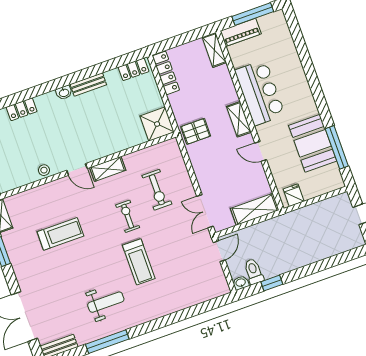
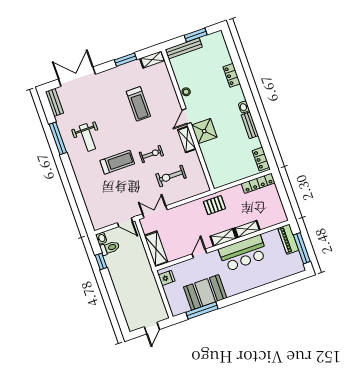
shelving: (214, 50) -> (247, 229), moved
shower: (157, 124) -> (204, 131), moved
pallet: (196, 131) -> (214, 205), turned 90
treadmill: (139, 262) -> (117, 162), turned 180

